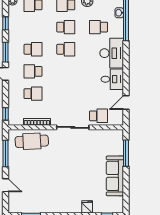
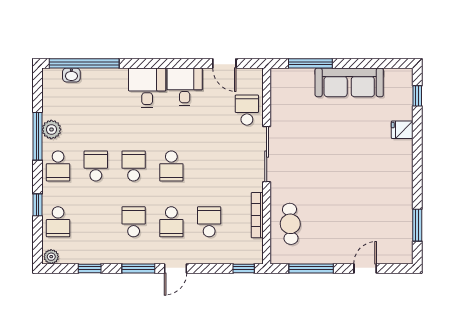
school desk: (99, 27) -> (171, 166), moved
desk: (112, 53) -> (147, 88), width x0.73
cafe table: (32, 141) -> (290, 224), width x0.73, depth x0.74

